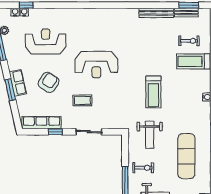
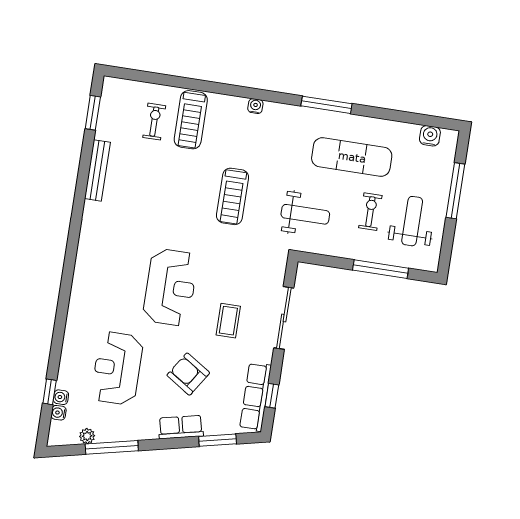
bench: (186, 13) -> (105, 119), removed
window: (10, 90) -> (218, 440), moved
treadmill: (153, 92) -> (232, 196), turned 90
window: (55, 132) -> (272, 396), moved
sliding door: (89, 132) -> (284, 318), width x1.37
exercise bike: (143, 168) -> (370, 212), moved

